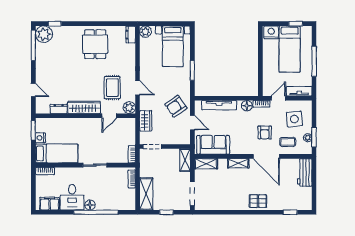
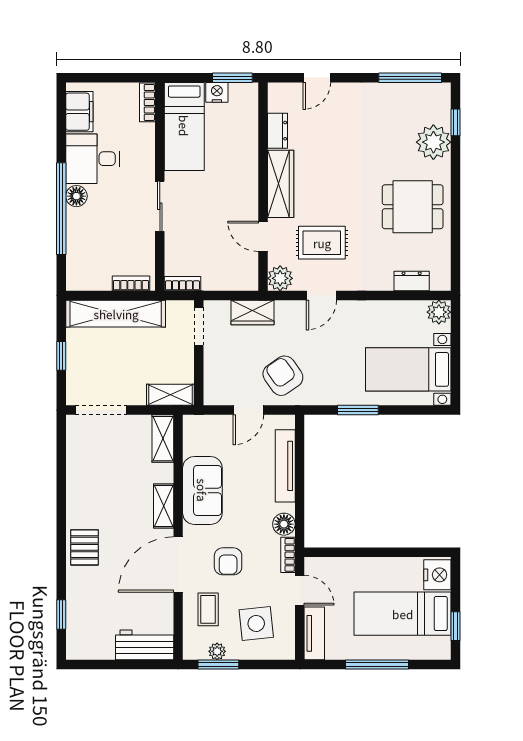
plant: (44, 34) -> (433, 142), moved
dresser: (131, 35) -> (412, 281), moved
armchair: (265, 132) -> (228, 561), turned -90
sofa: (213, 145) -> (202, 490), moved
shelving: (146, 194) -> (116, 314), width x1.47

